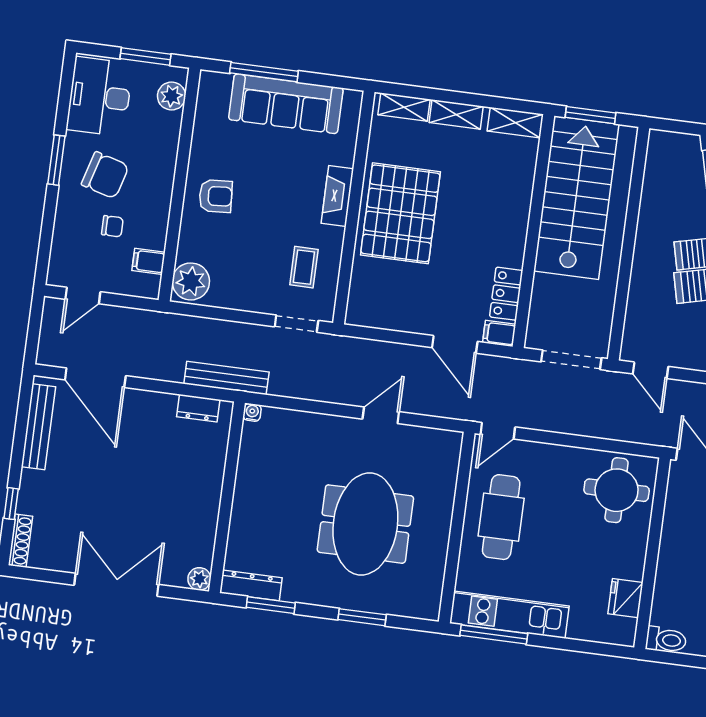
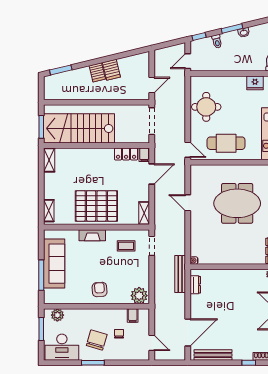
shelving: (456, 114) -> (144, 213), moved
round table: (617, 490) -> (206, 107), moved

